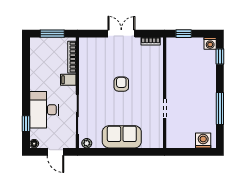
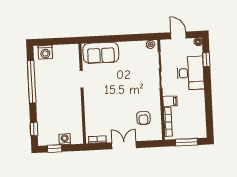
double door: (121, 34) -> (124, 145), swing flipped
window: (184, 34) -> (55, 149), moved
washing machine: (210, 43) -> (65, 139), moved
armchair: (121, 84) -> (143, 118), moved
window: (220, 108) -> (32, 82), width x1.46
sofa: (122, 137) -> (101, 53), moved

